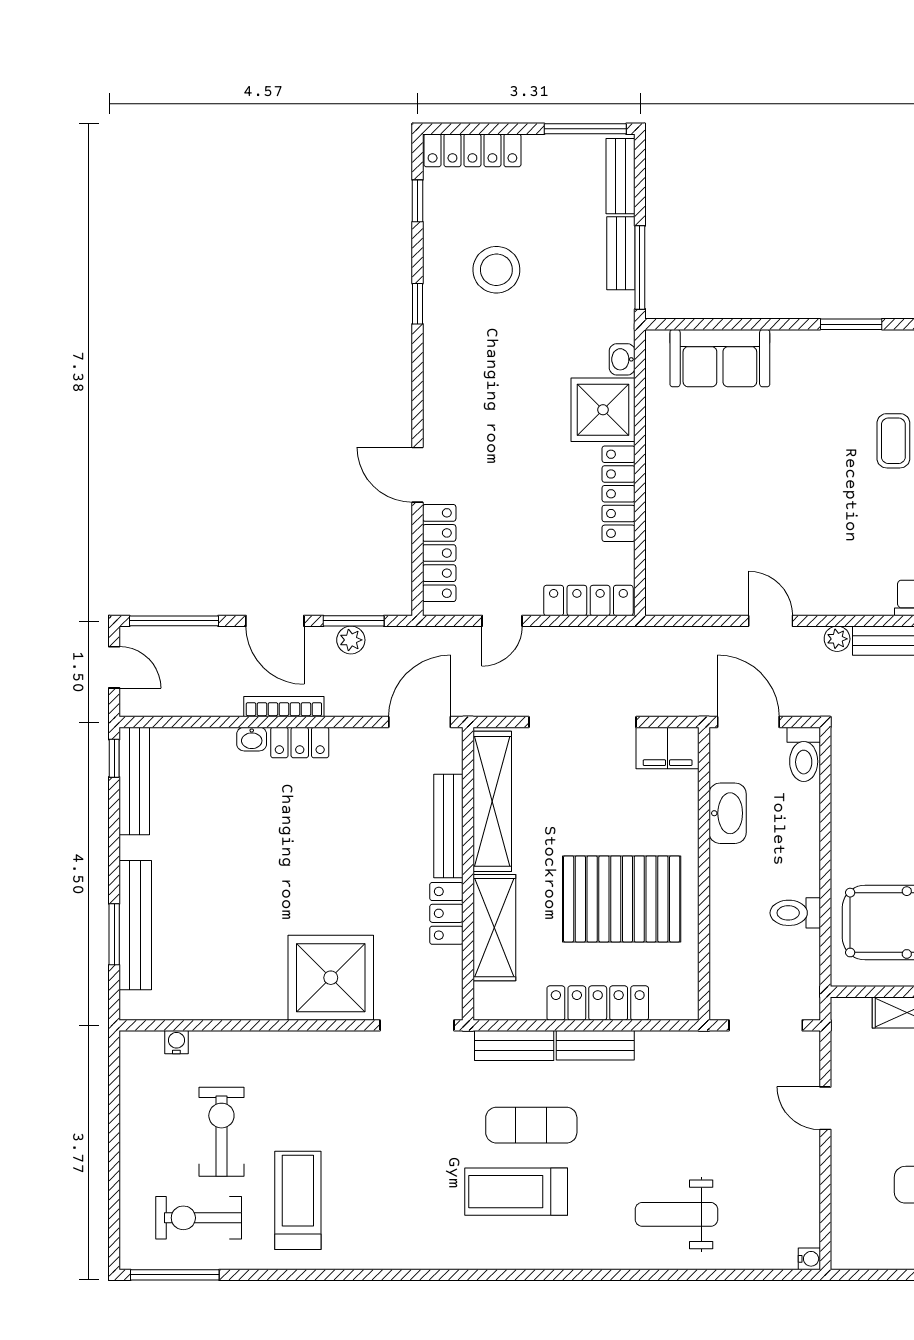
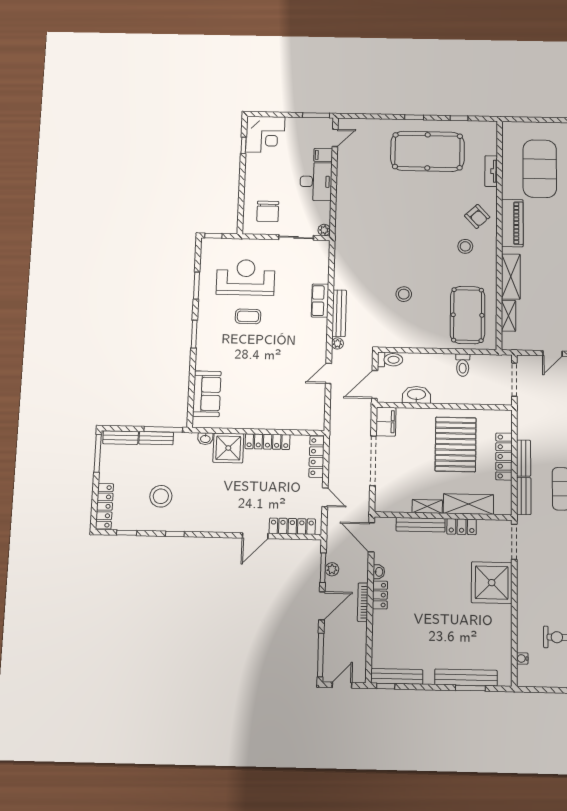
washbasin: (252, 739) -> (379, 572), moved
shelving: (492, 801) -> (427, 506), width x0.45, depth x0.75

